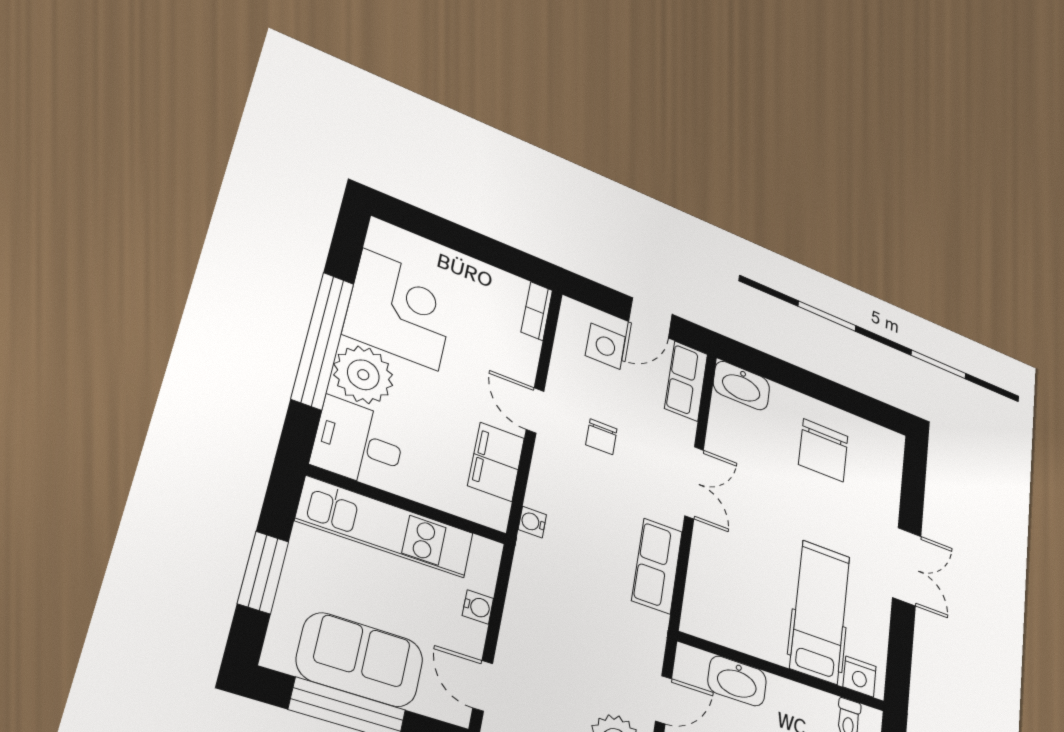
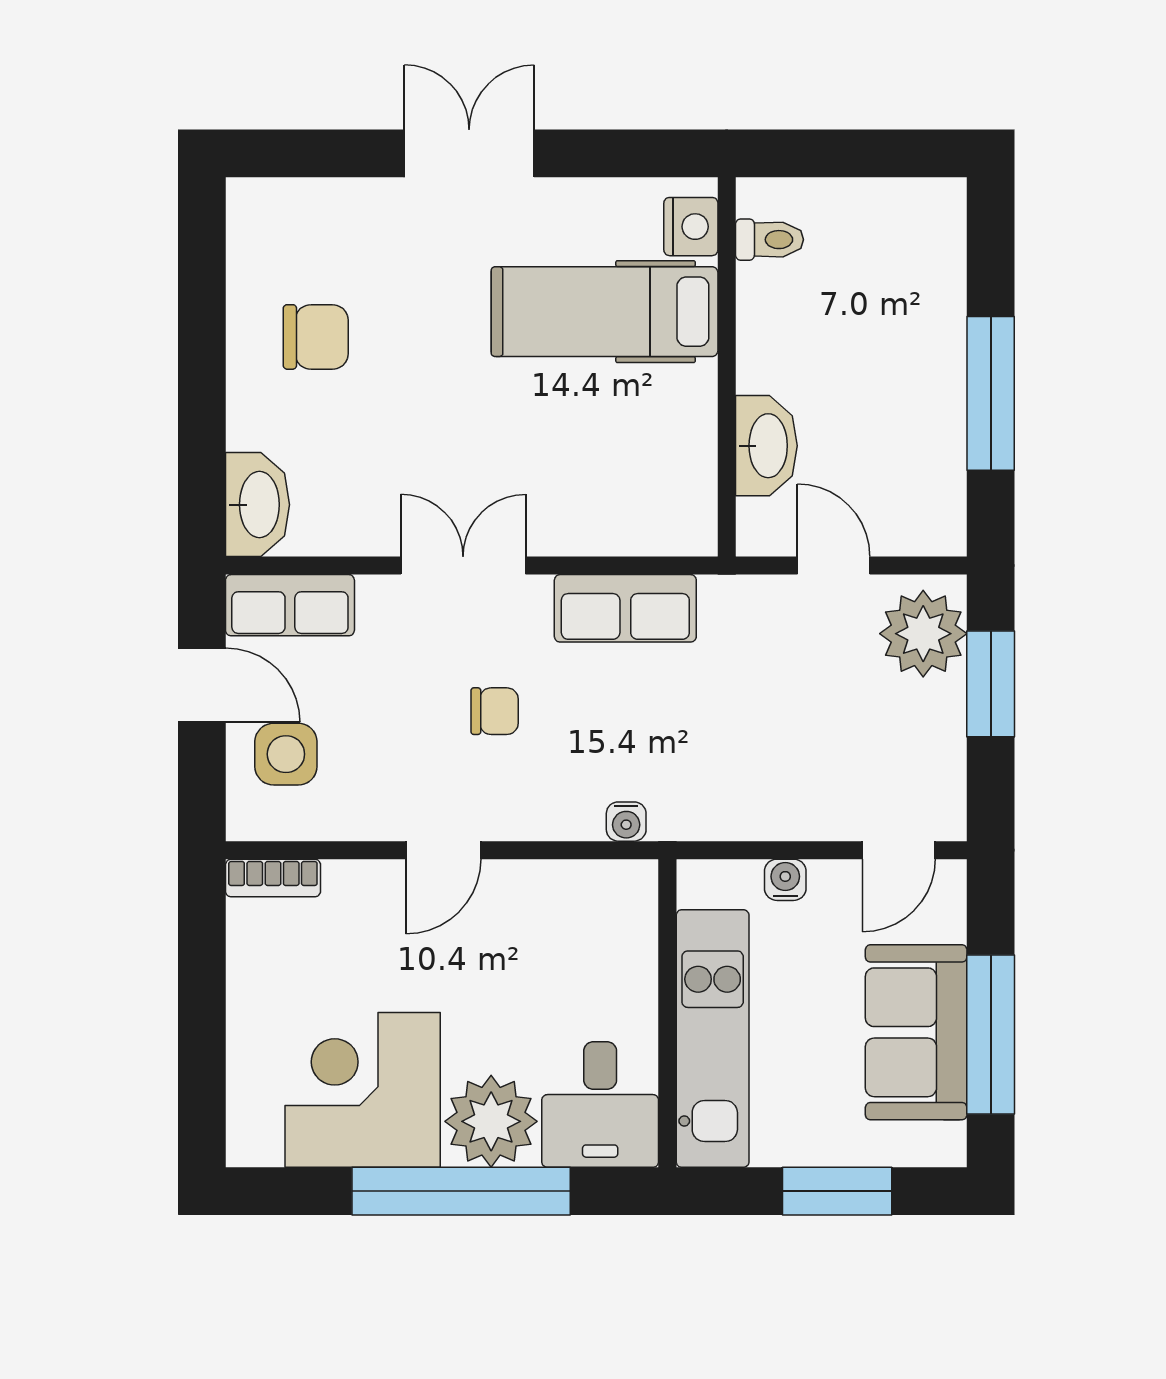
chair: (601, 437) -> (495, 711), moved
chair: (823, 450) -> (316, 337), width x0.73, depth x0.73
filing cabinet: (496, 462) -> (551, 896), removed

